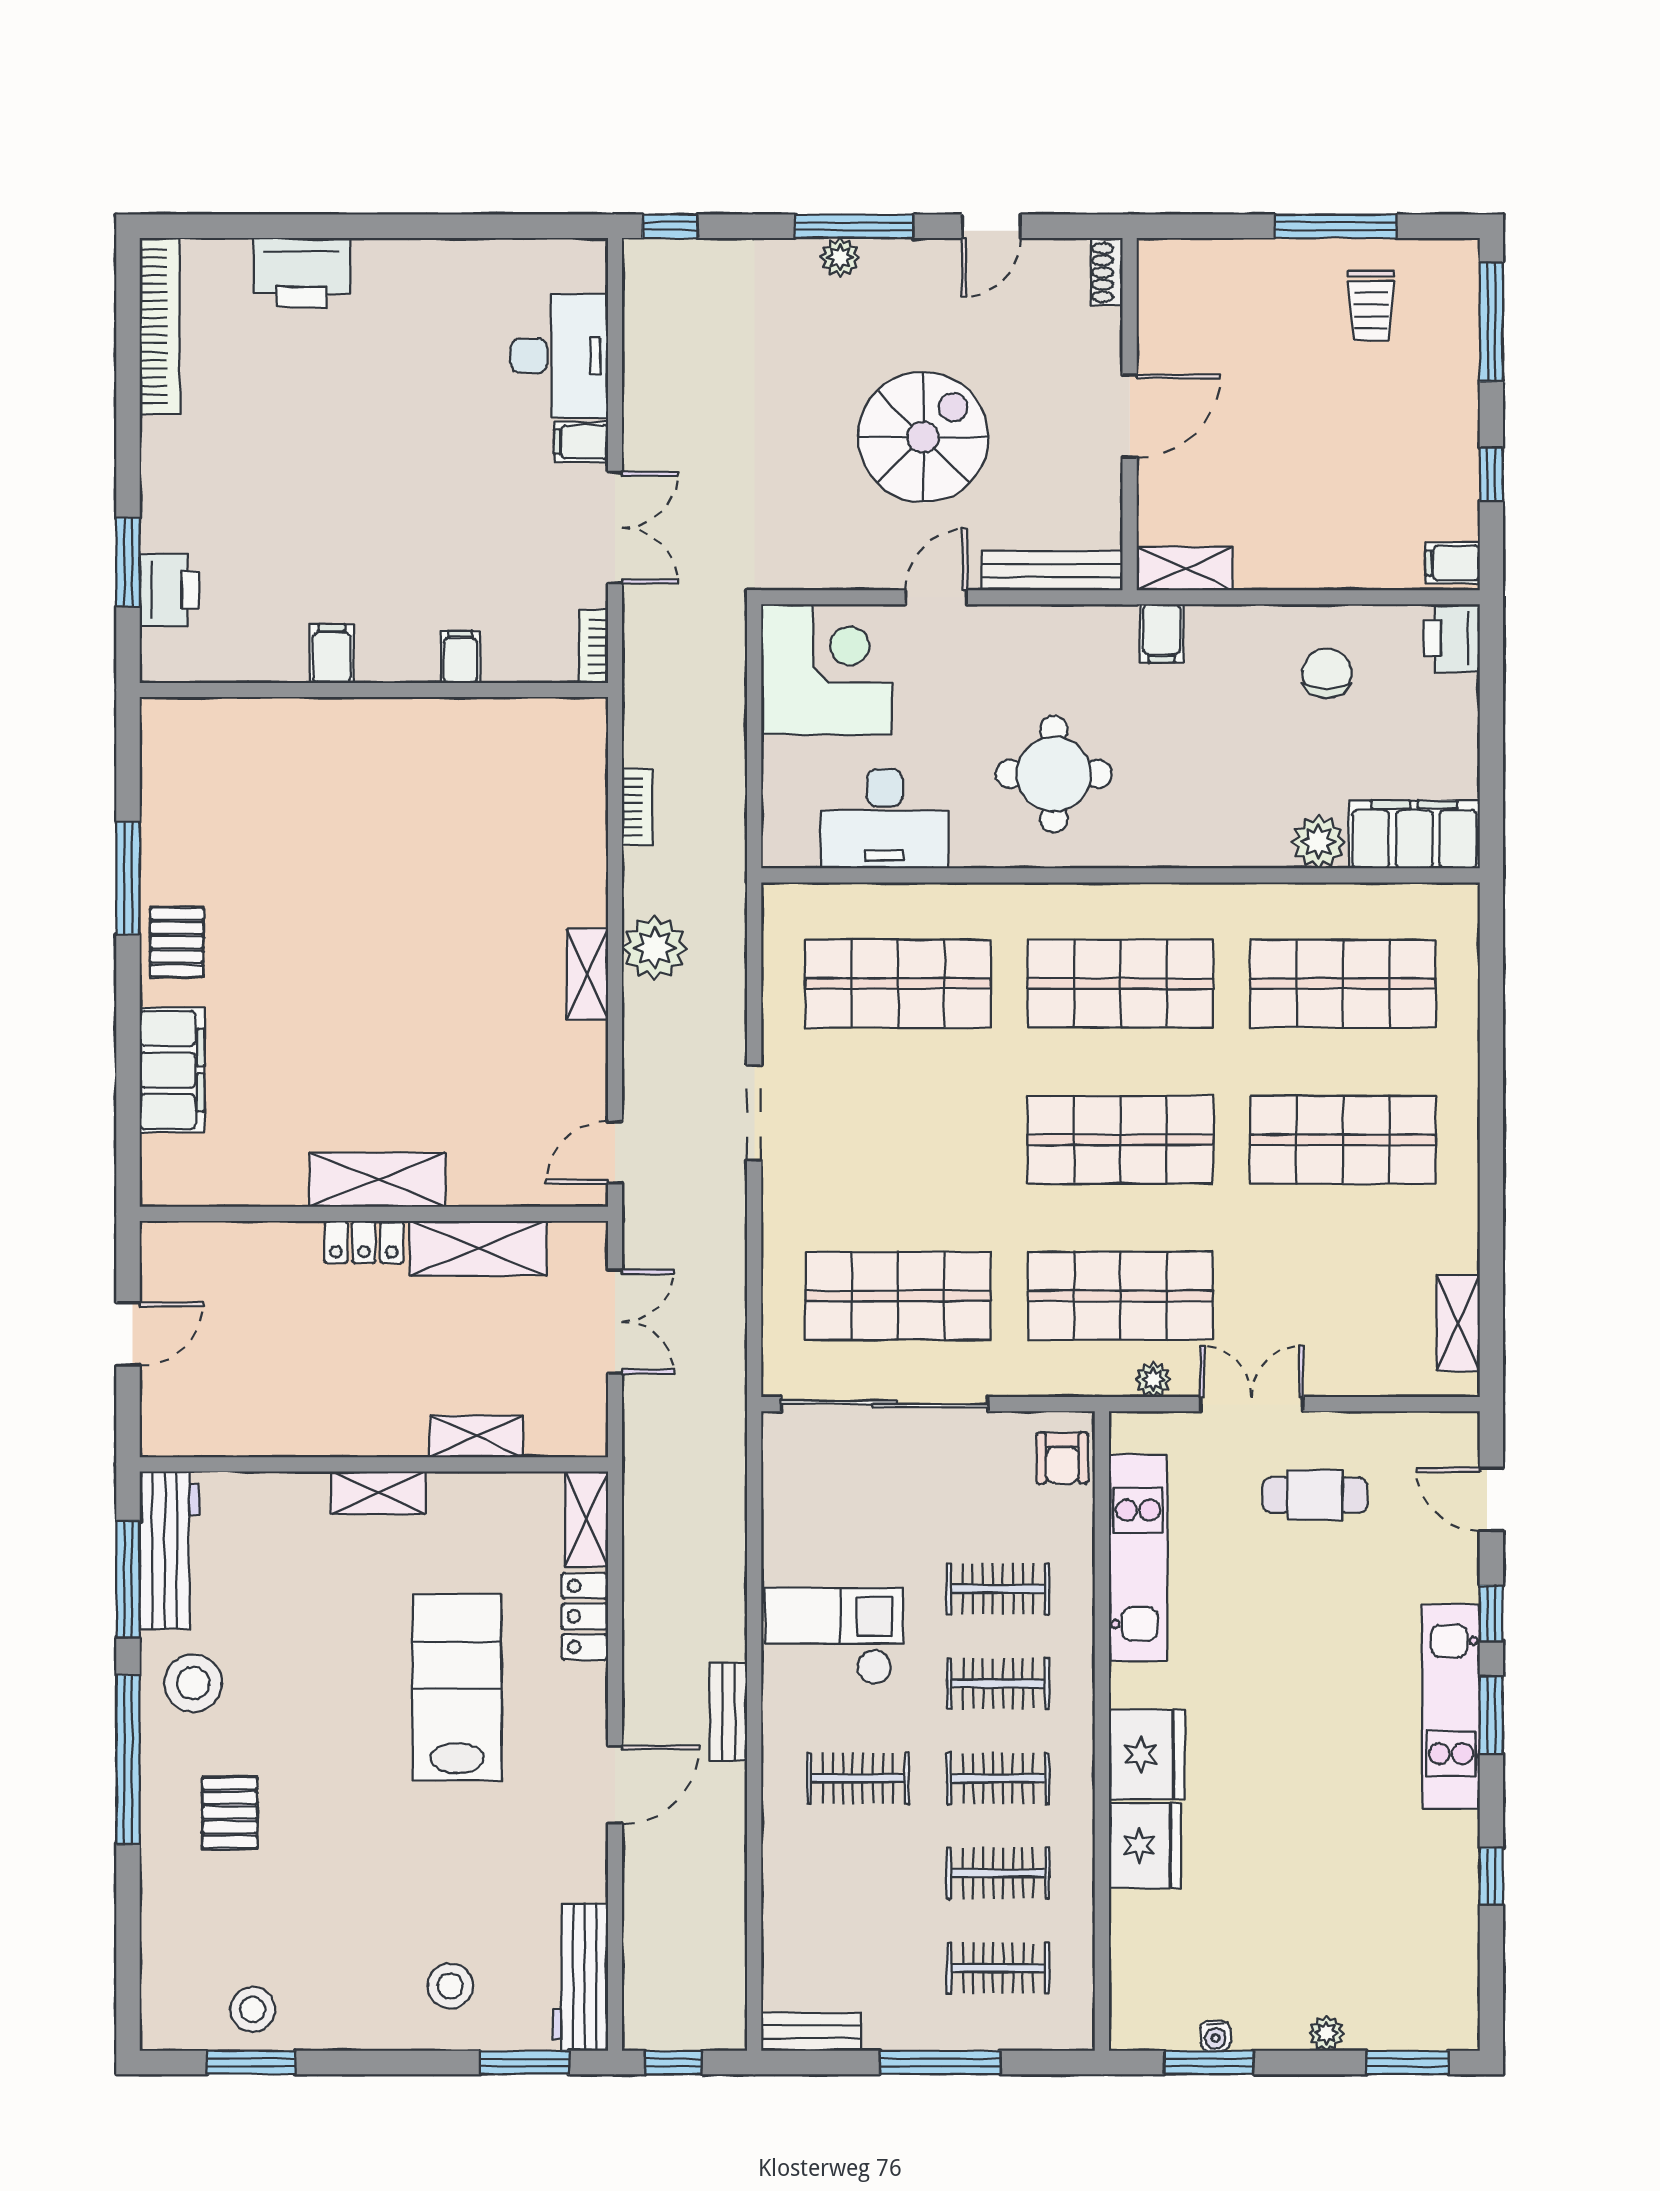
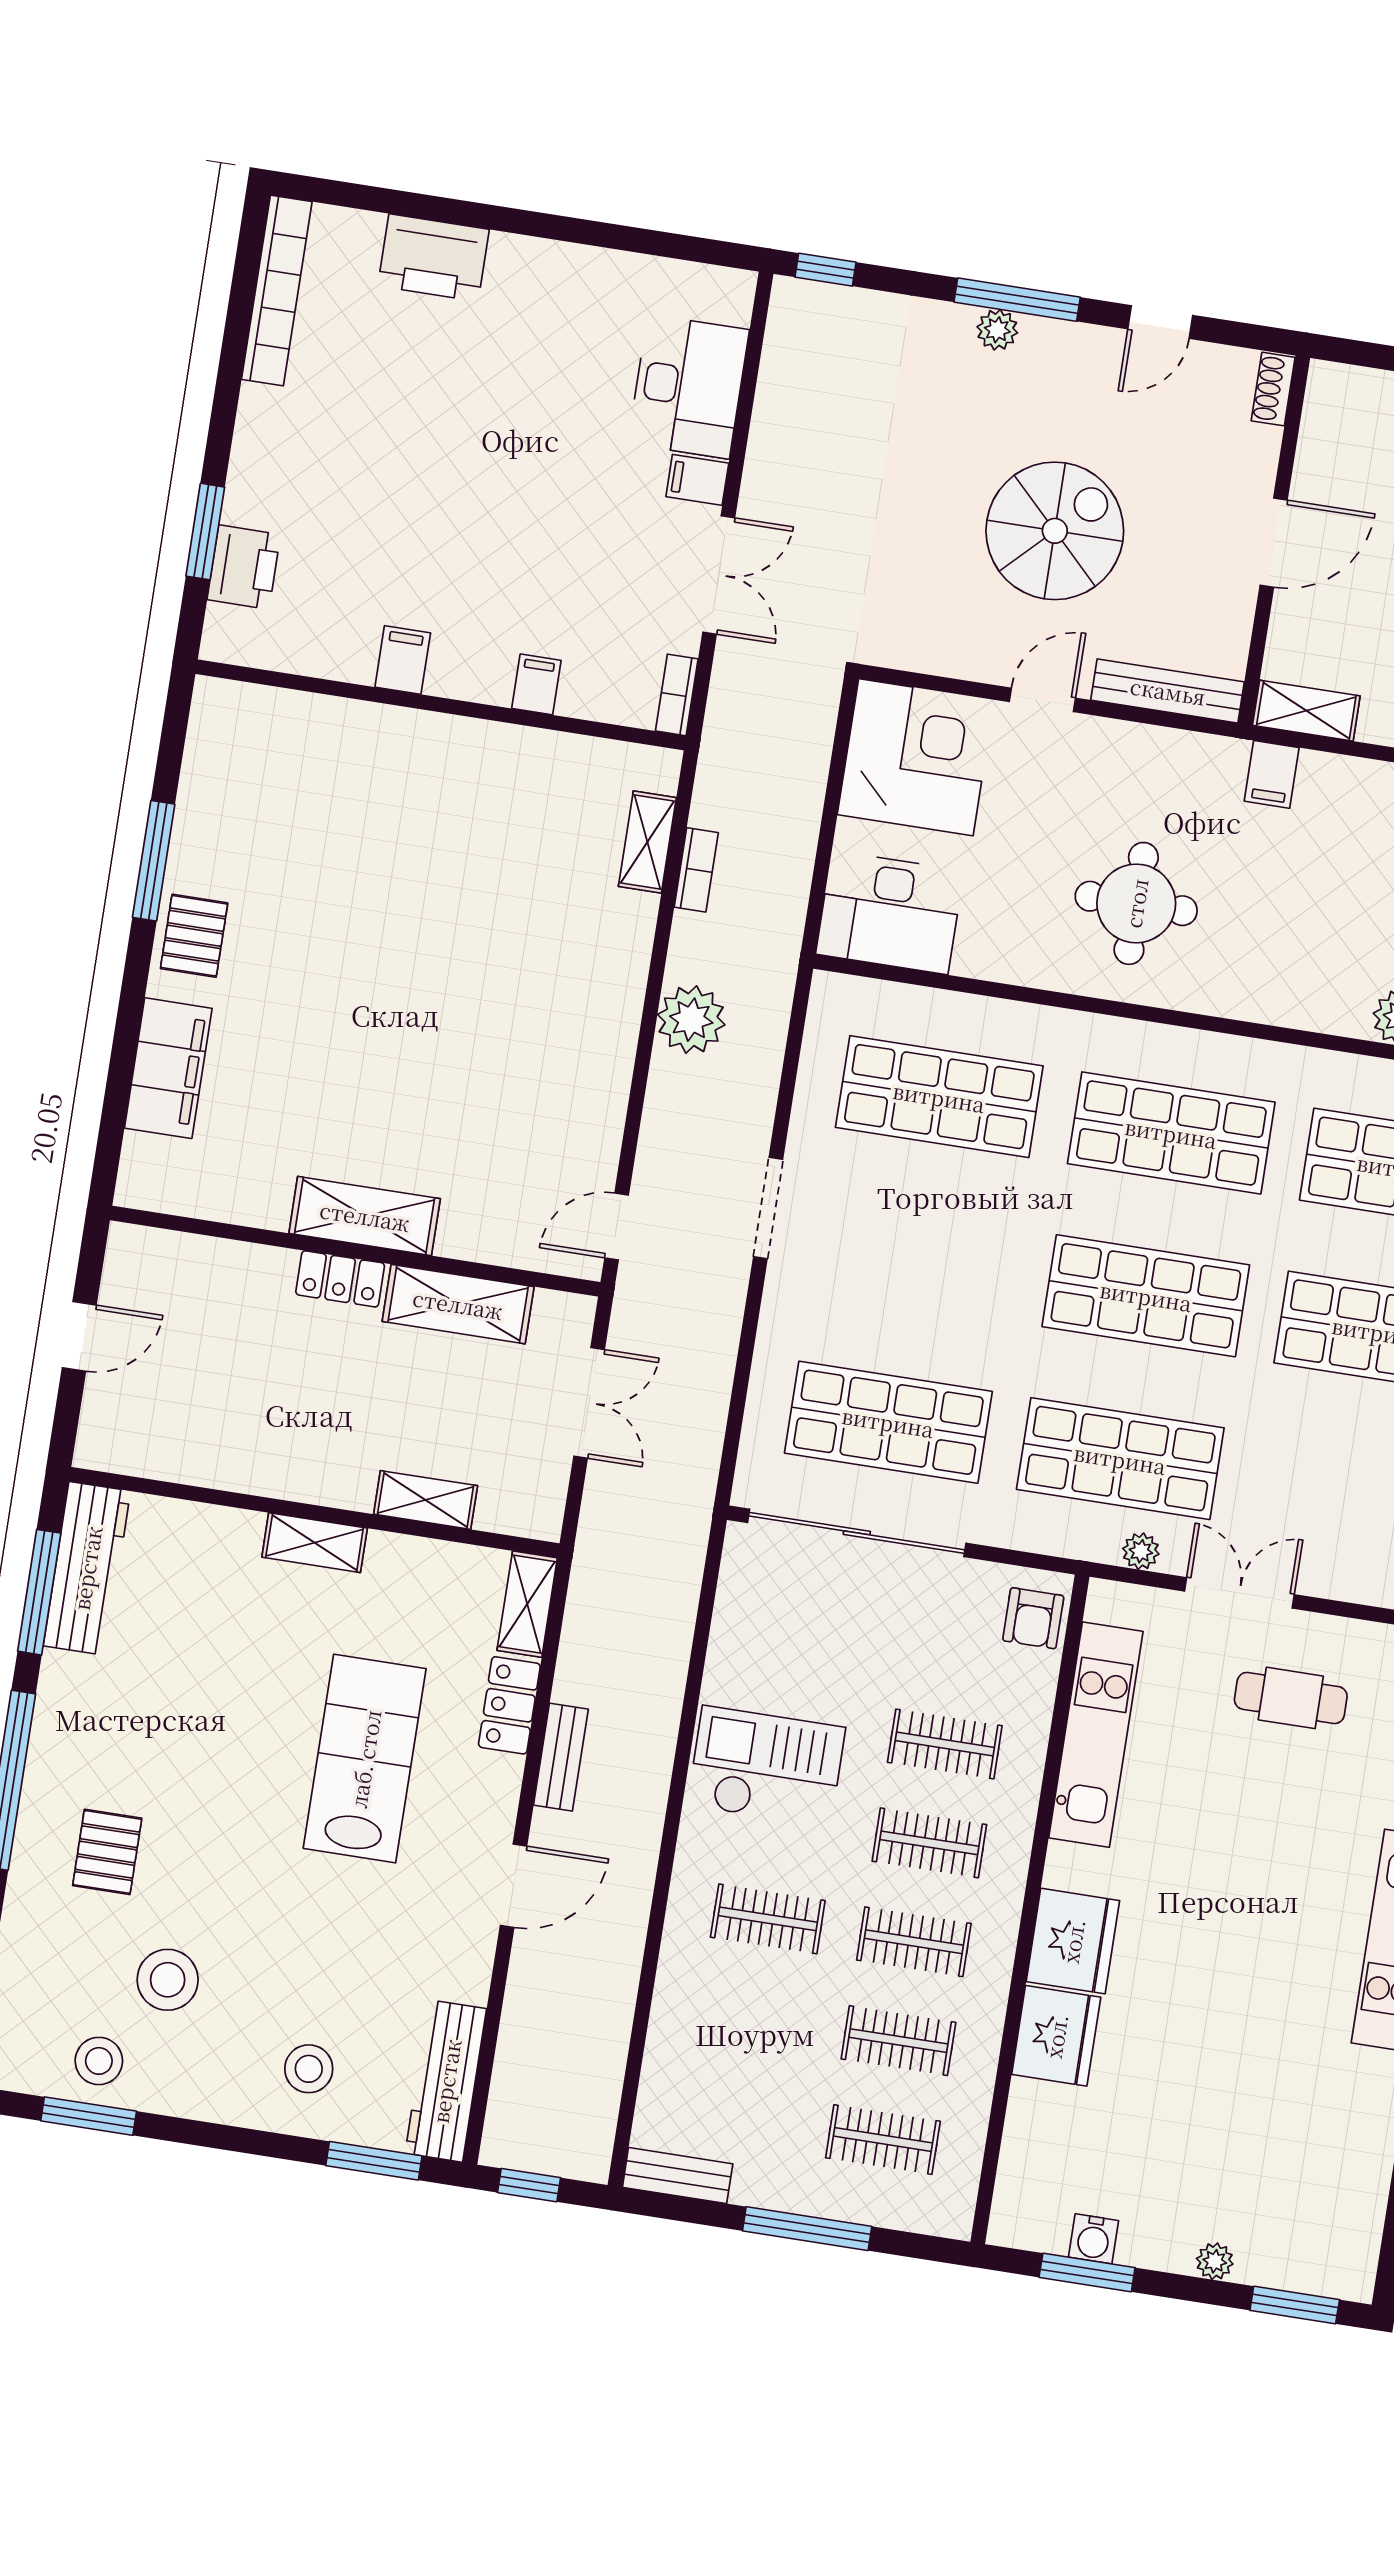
desk: (884, 819) -> (890, 912), moved
shelving: (587, 974) -> (647, 842), moved
stool: (193, 1683) -> (168, 1980), moved
bench: (728, 1711) -> (561, 1757), moved
water cooler: (1215, 2036) -> (1094, 2239), width x1.38, depth x1.38

